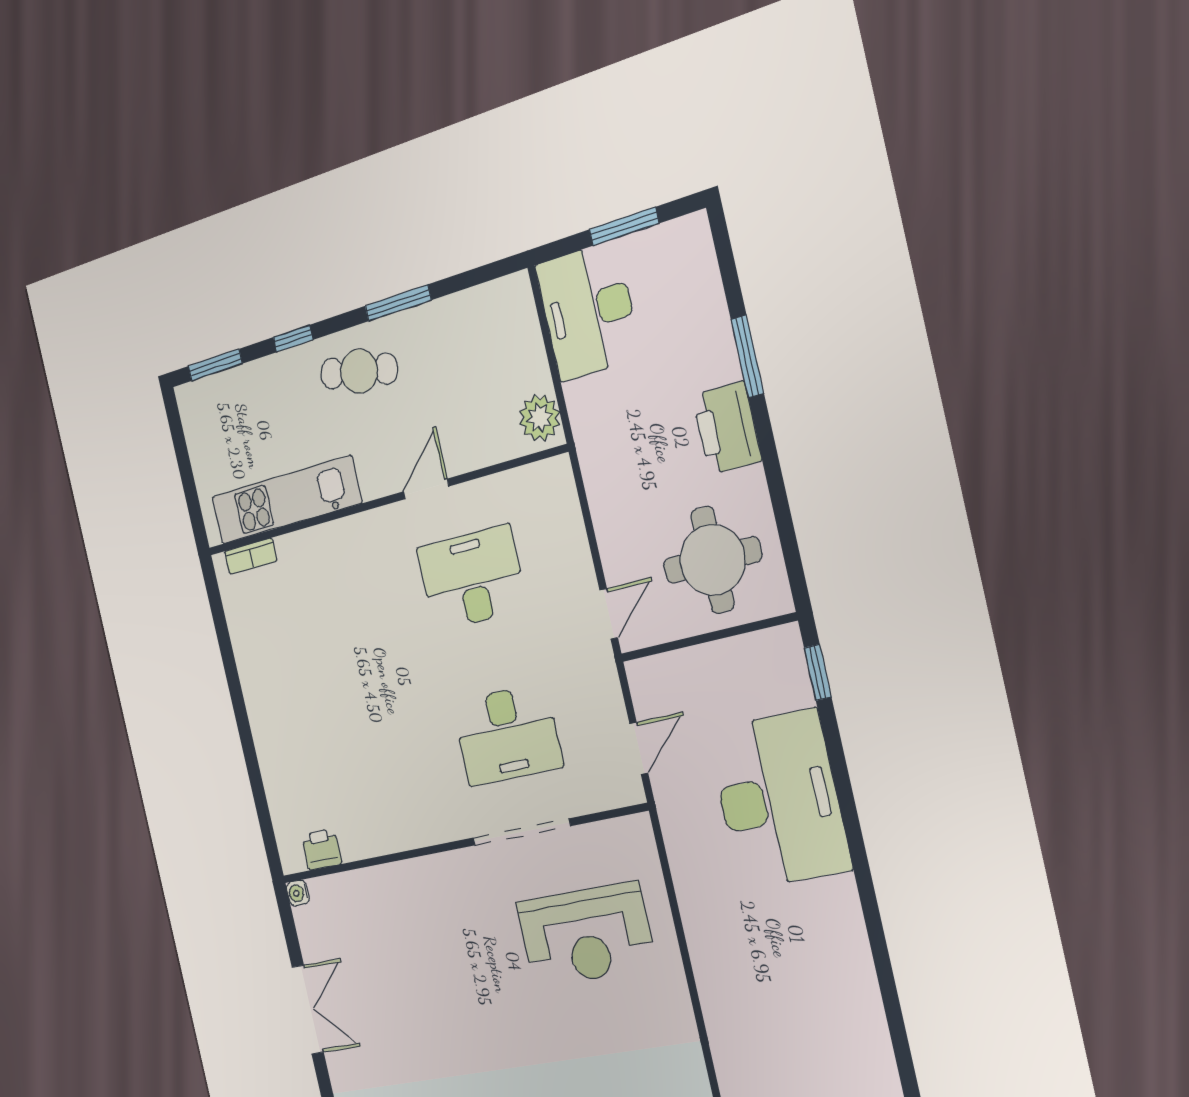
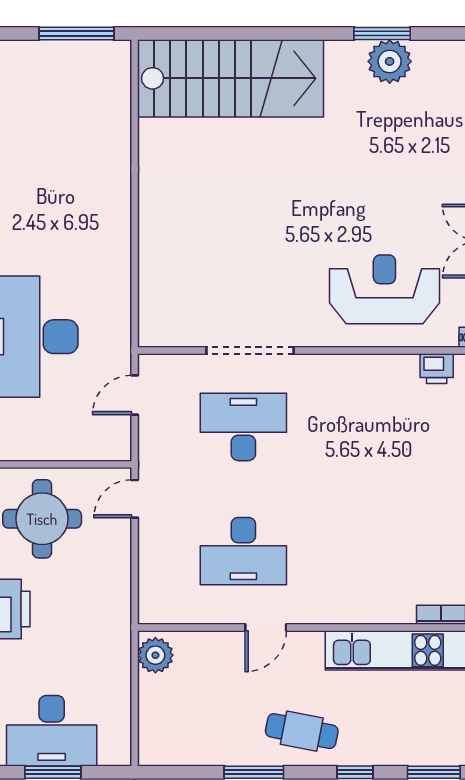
desk: (588, 311) -> (52, 731), moved, turned 90
reception desk: (586, 935) -> (384, 289), moved

